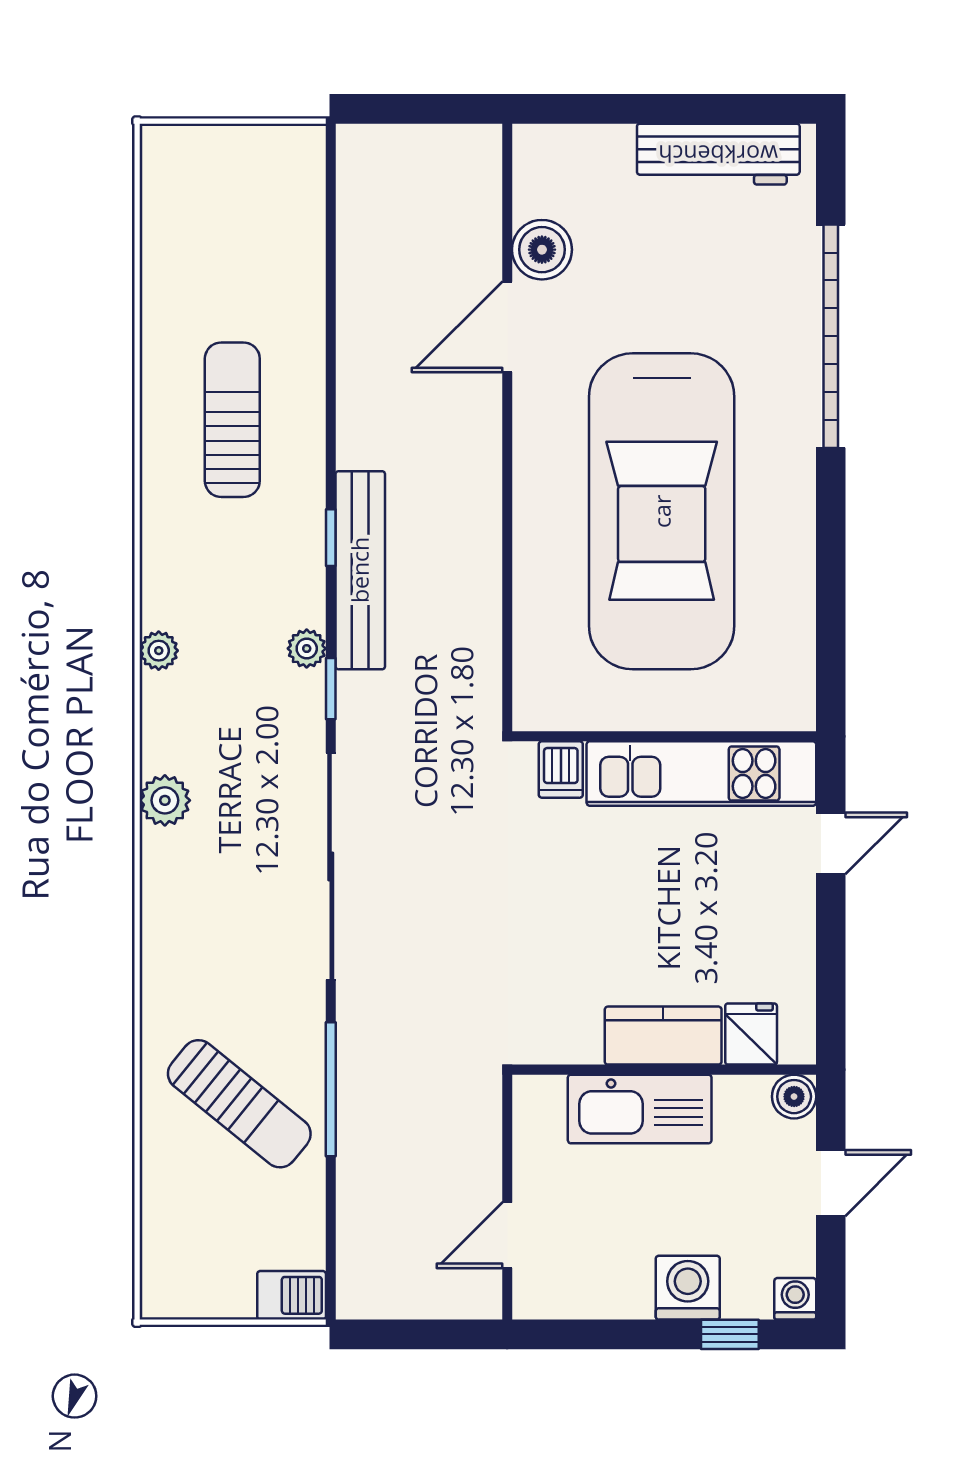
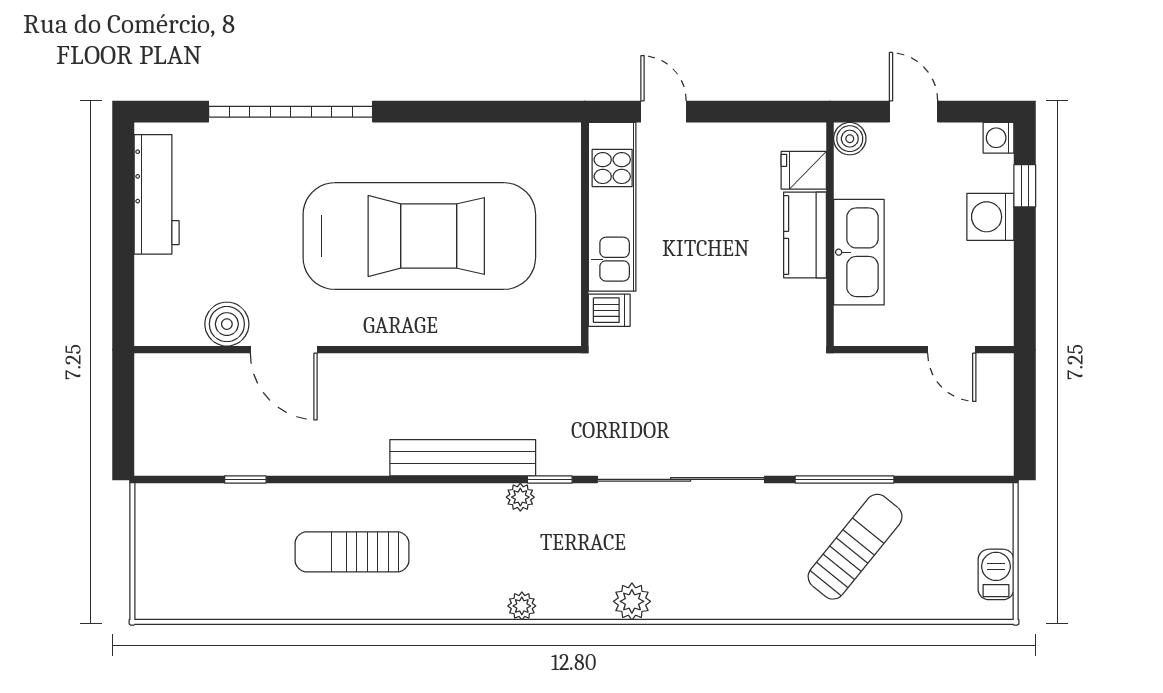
window: (331, 538) -> (245, 479), moved
barbecue: (292, 1295) -> (996, 574), moved

